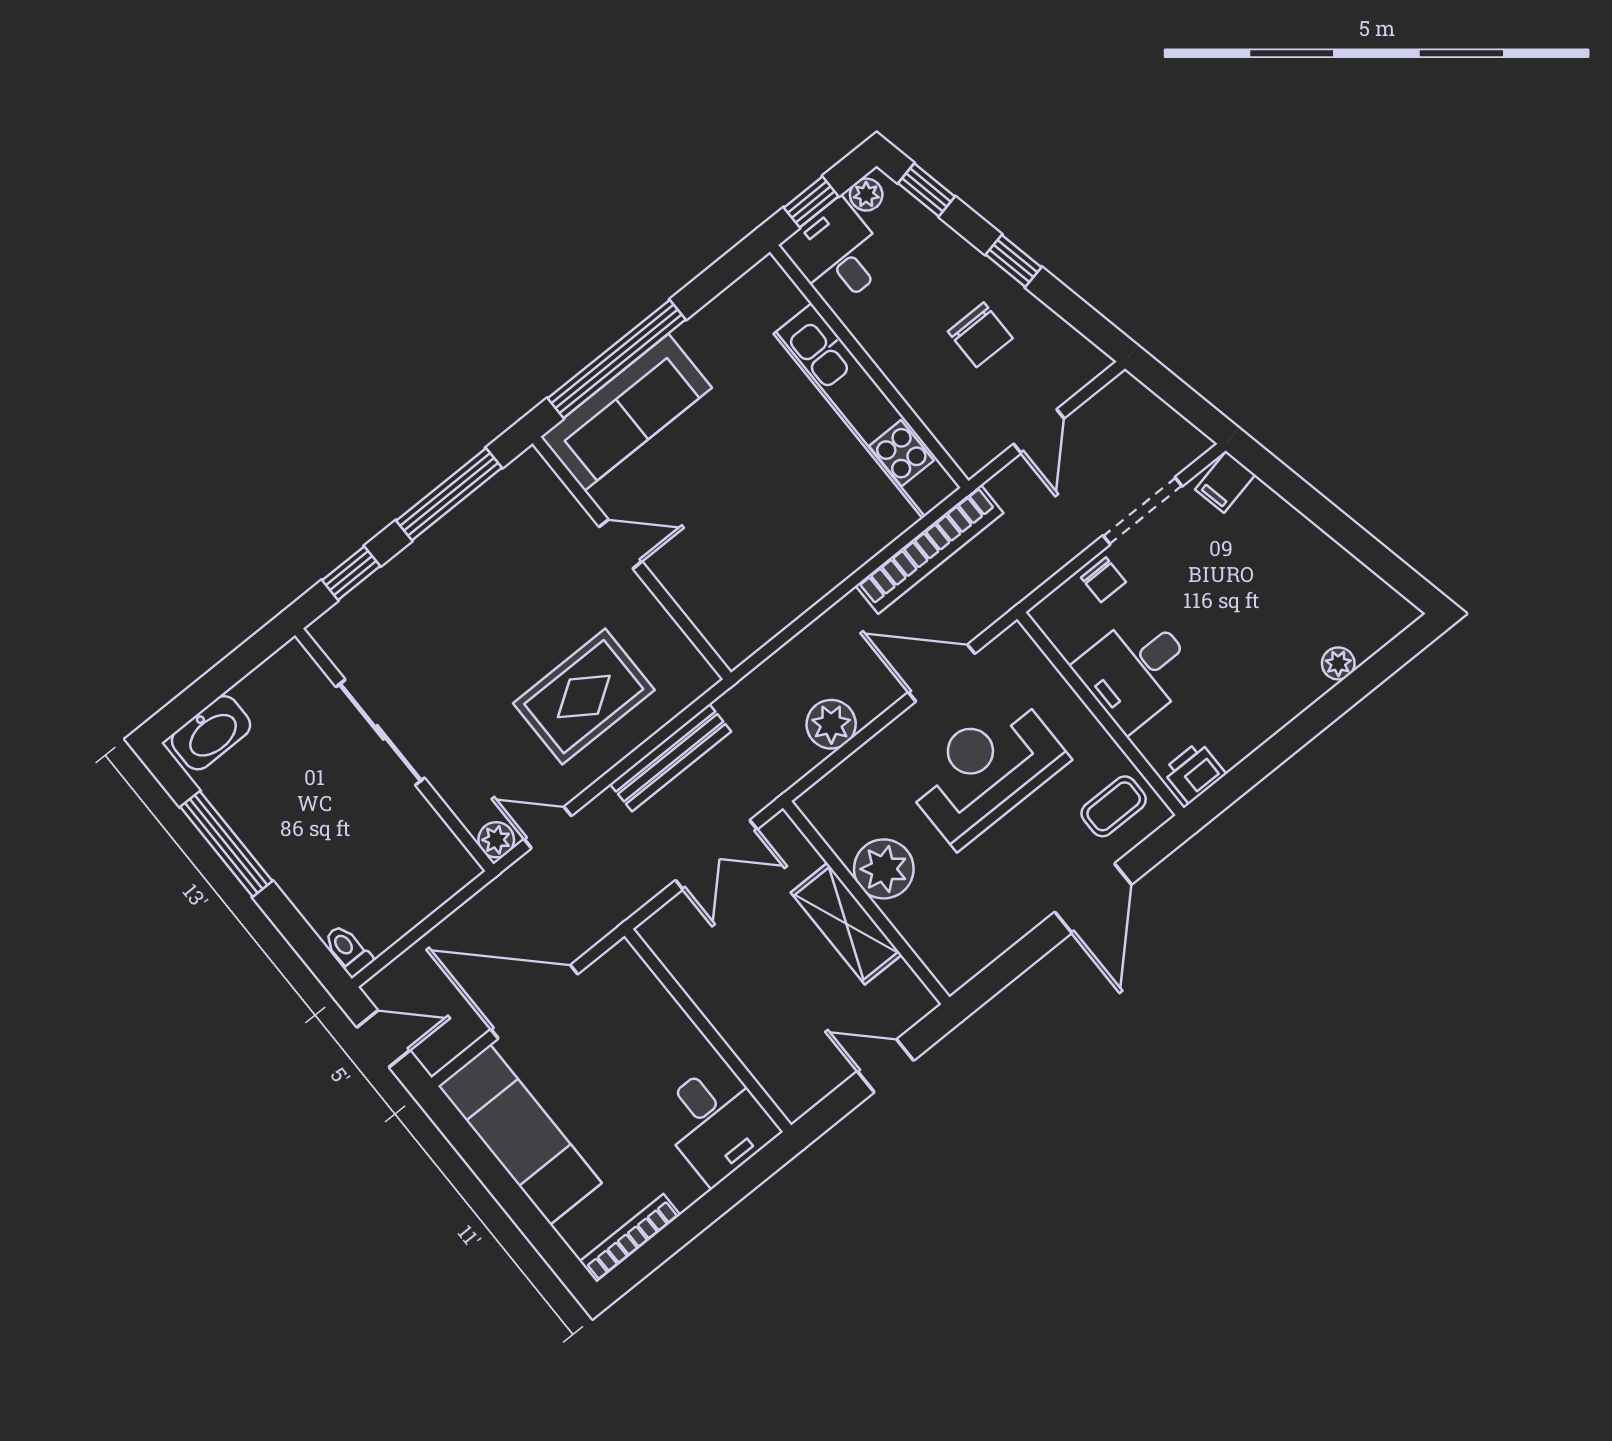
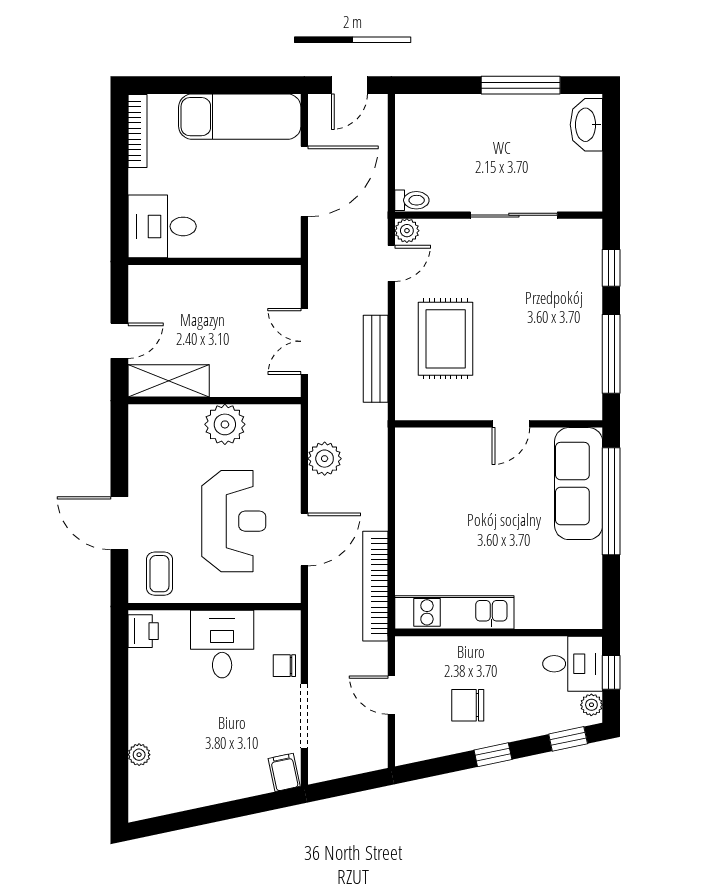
kitchen unit: (867, 411) -> (454, 612), width x0.73
shelving: (846, 924) -> (169, 381), moved
toilet: (348, 950) -> (412, 200), moved

